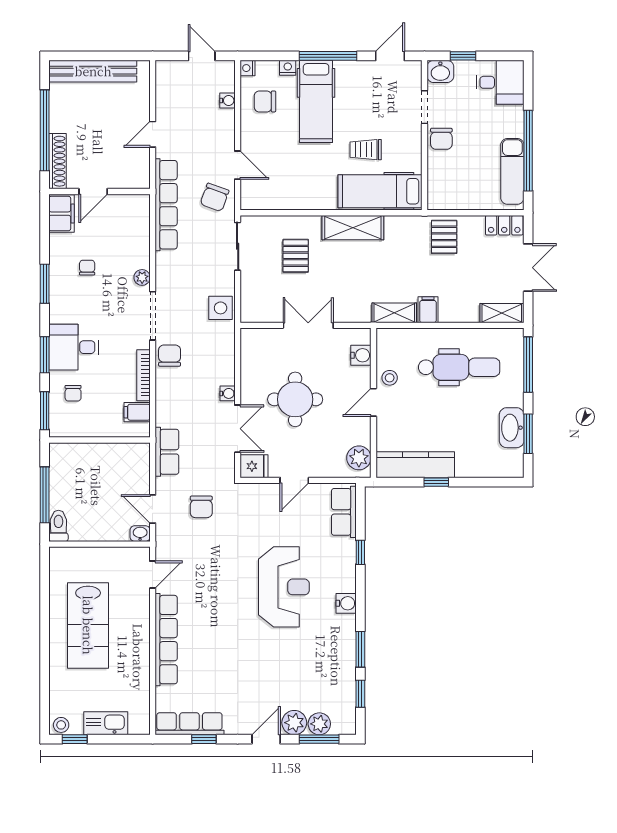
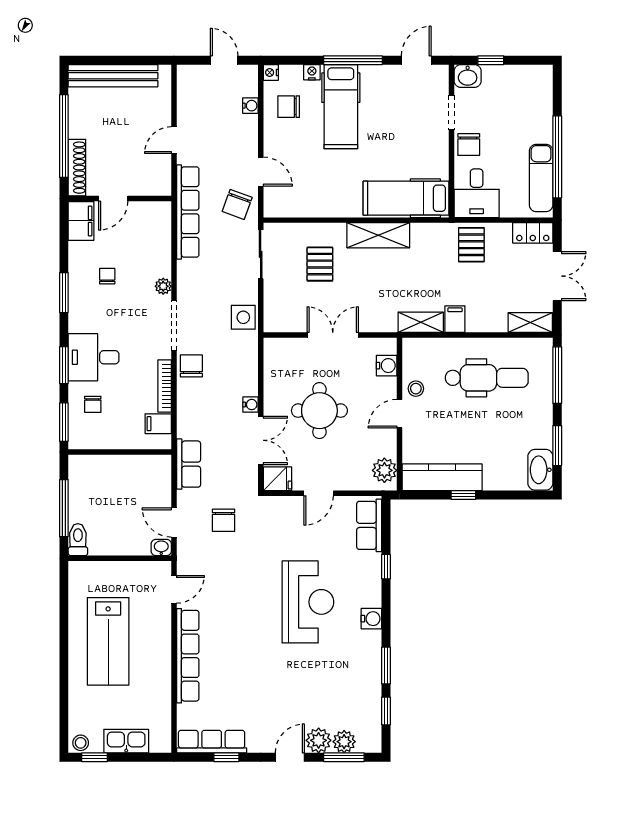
desk: (500, 82) -> (477, 193), moved, turned 90
trolley: (366, 150) -> (391, 156), removed
washbasin: (512, 428) -> (540, 470), moved

